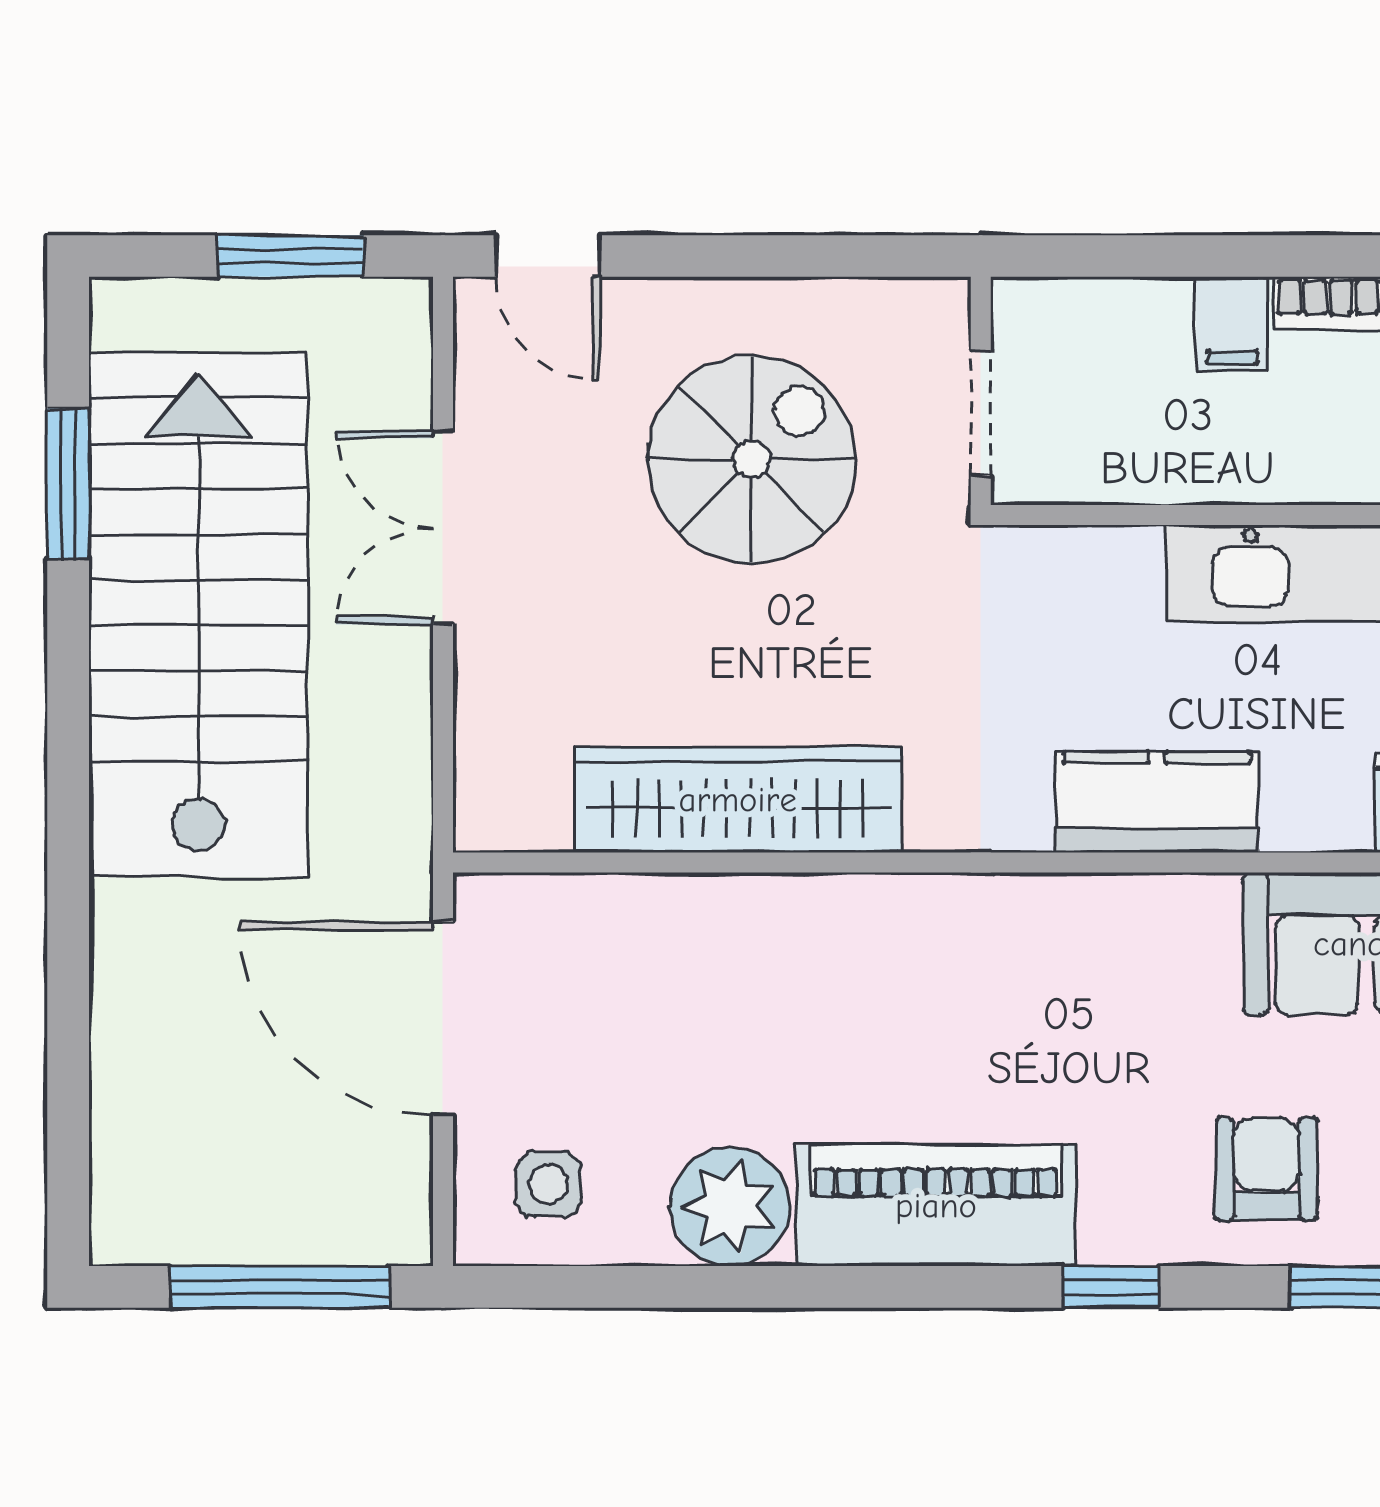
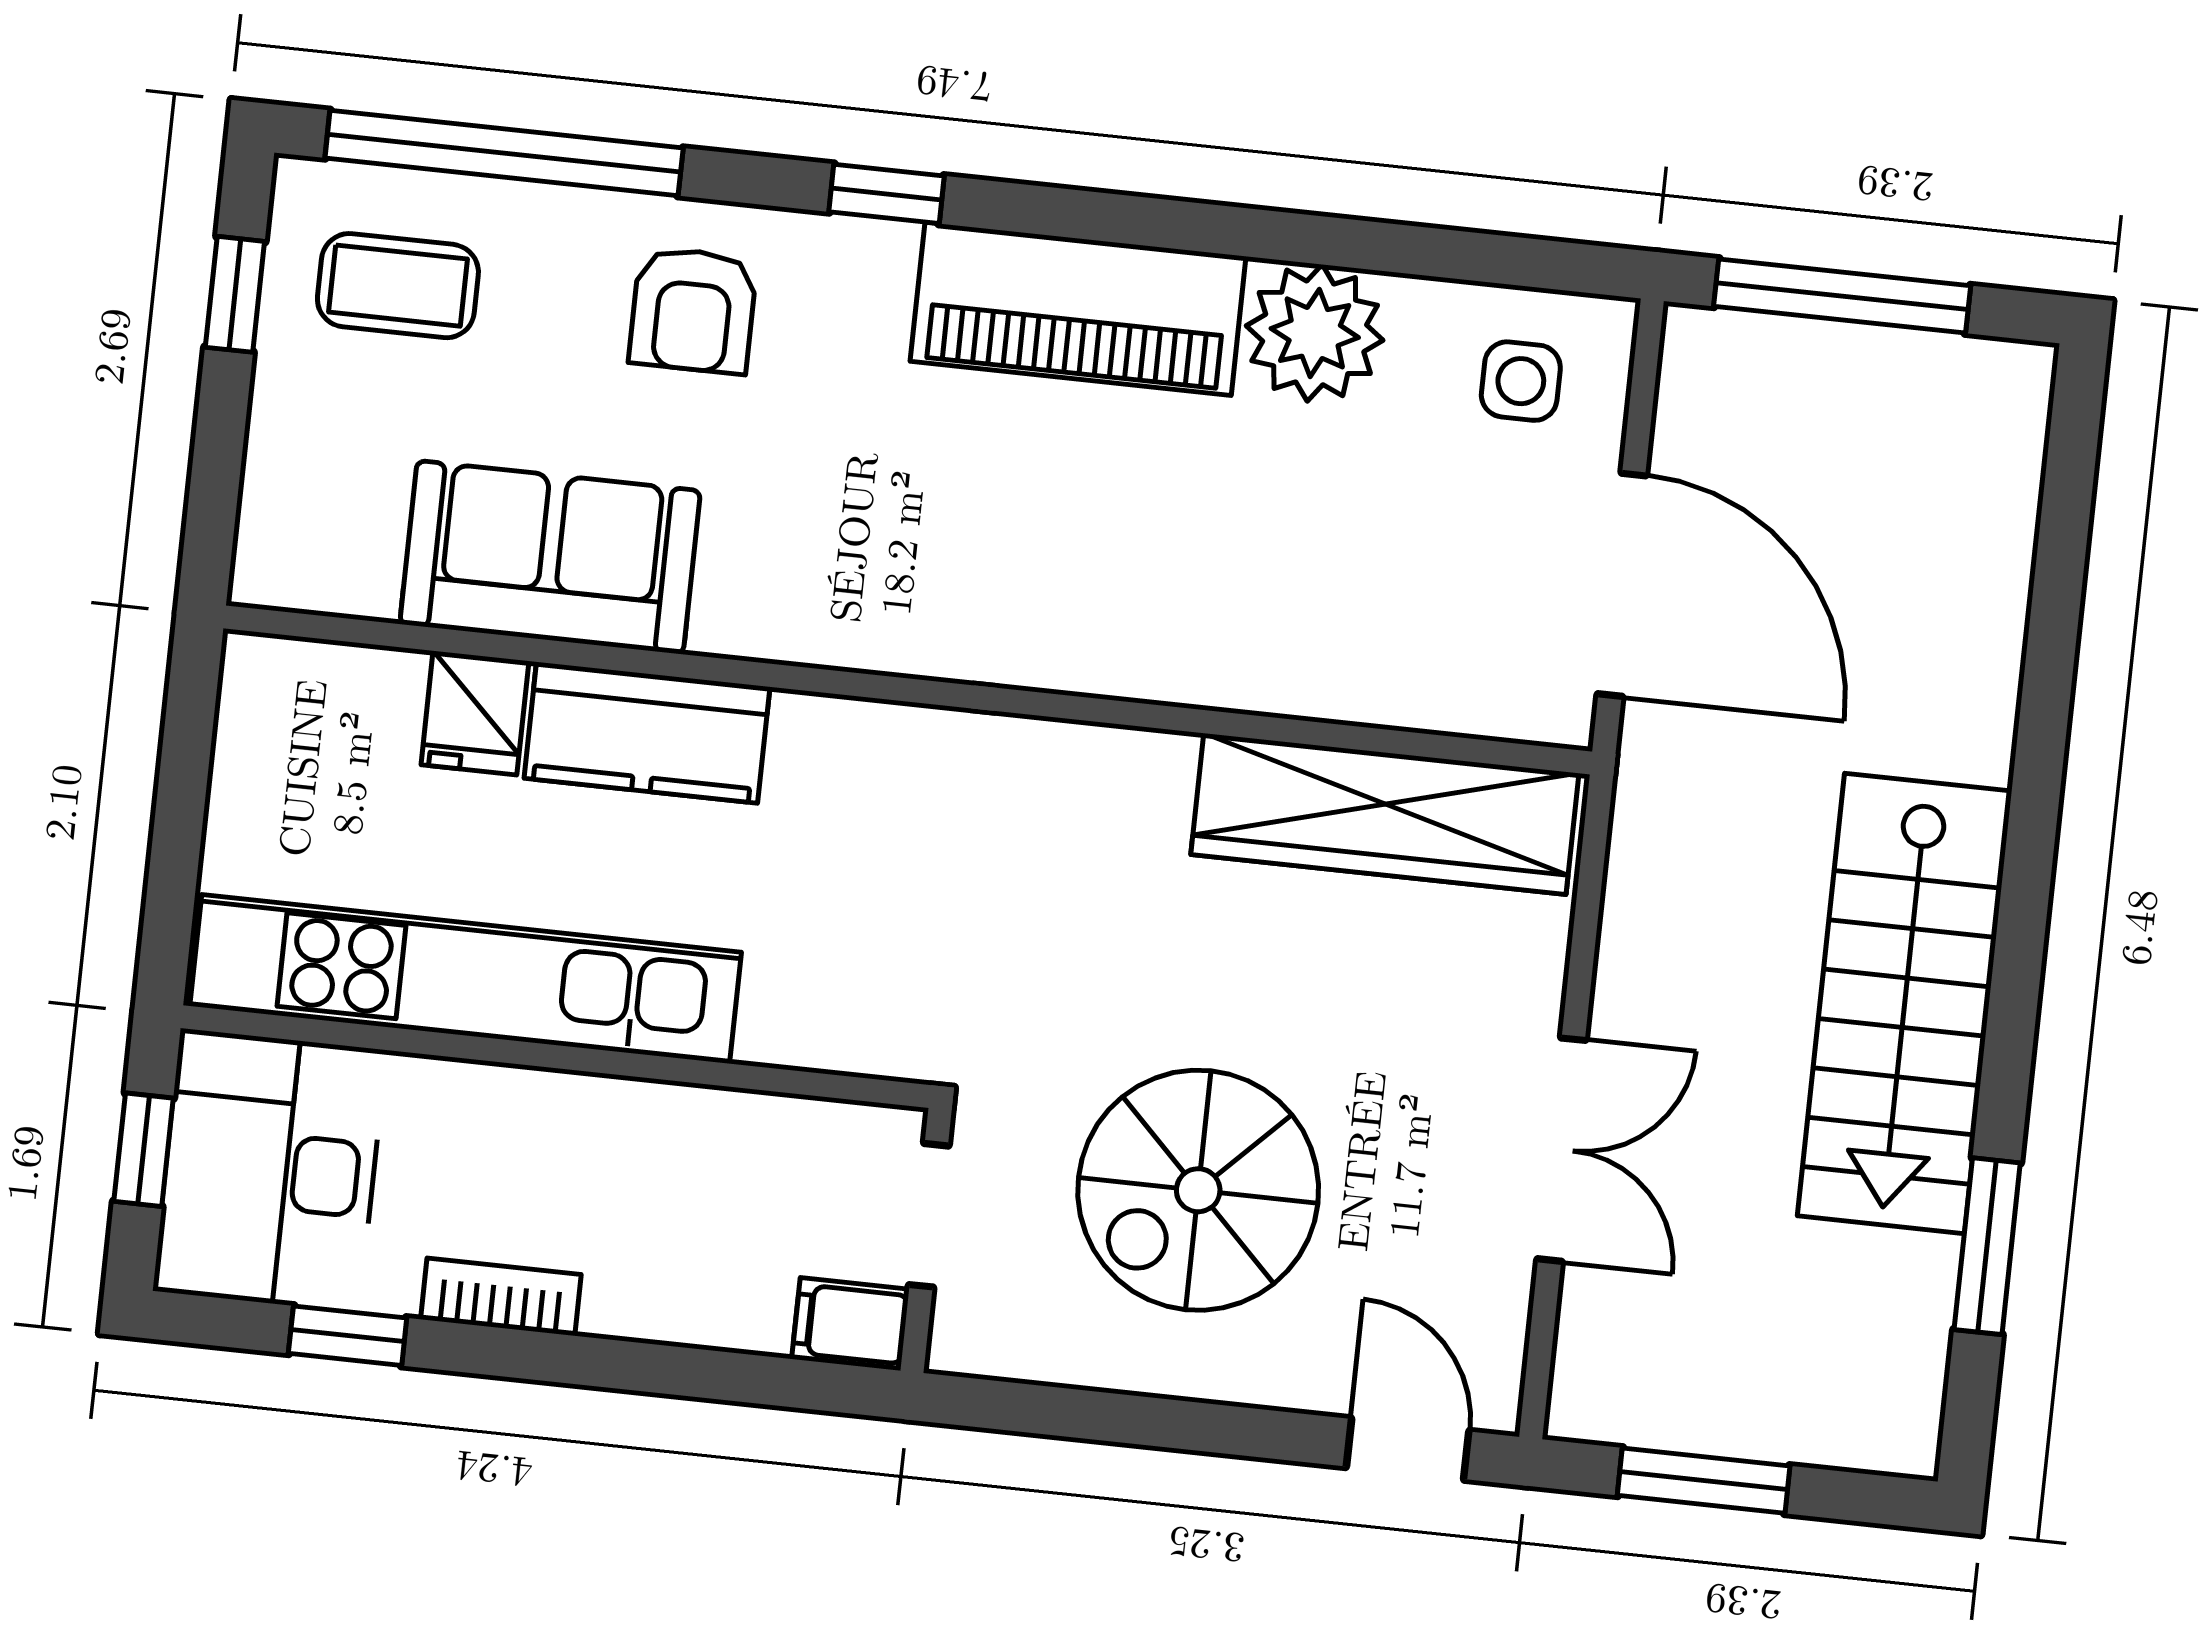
filing cabinet: (1232, 324) -> (851, 1324), moved, turned -90
stairs: (198, 615) -> (1905, 1003), width x0.73, depth x0.66
wardrobe: (738, 800) -> (1385, 814), moved
kitchen counter: (1157, 802) -> (647, 733), moved

